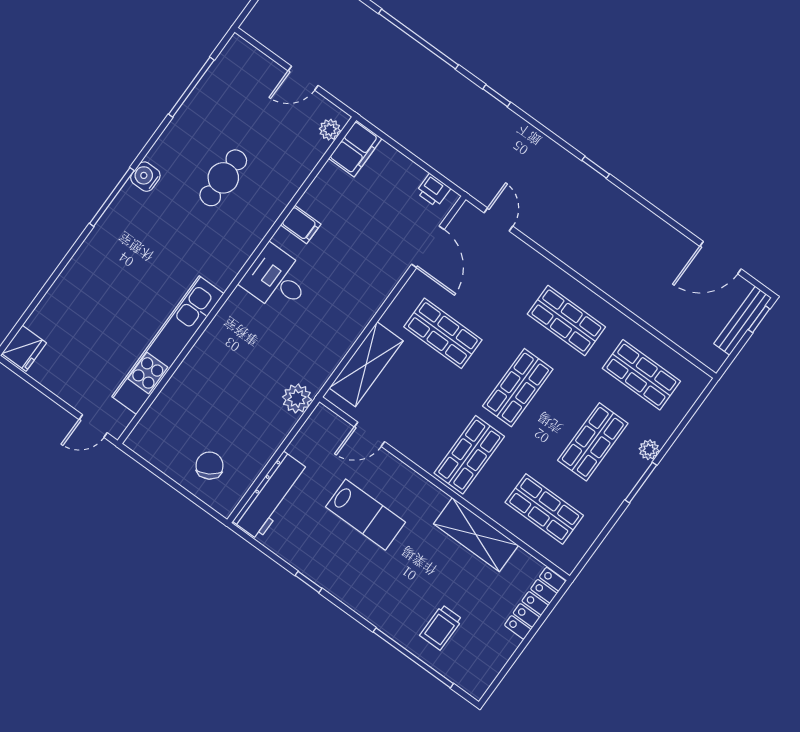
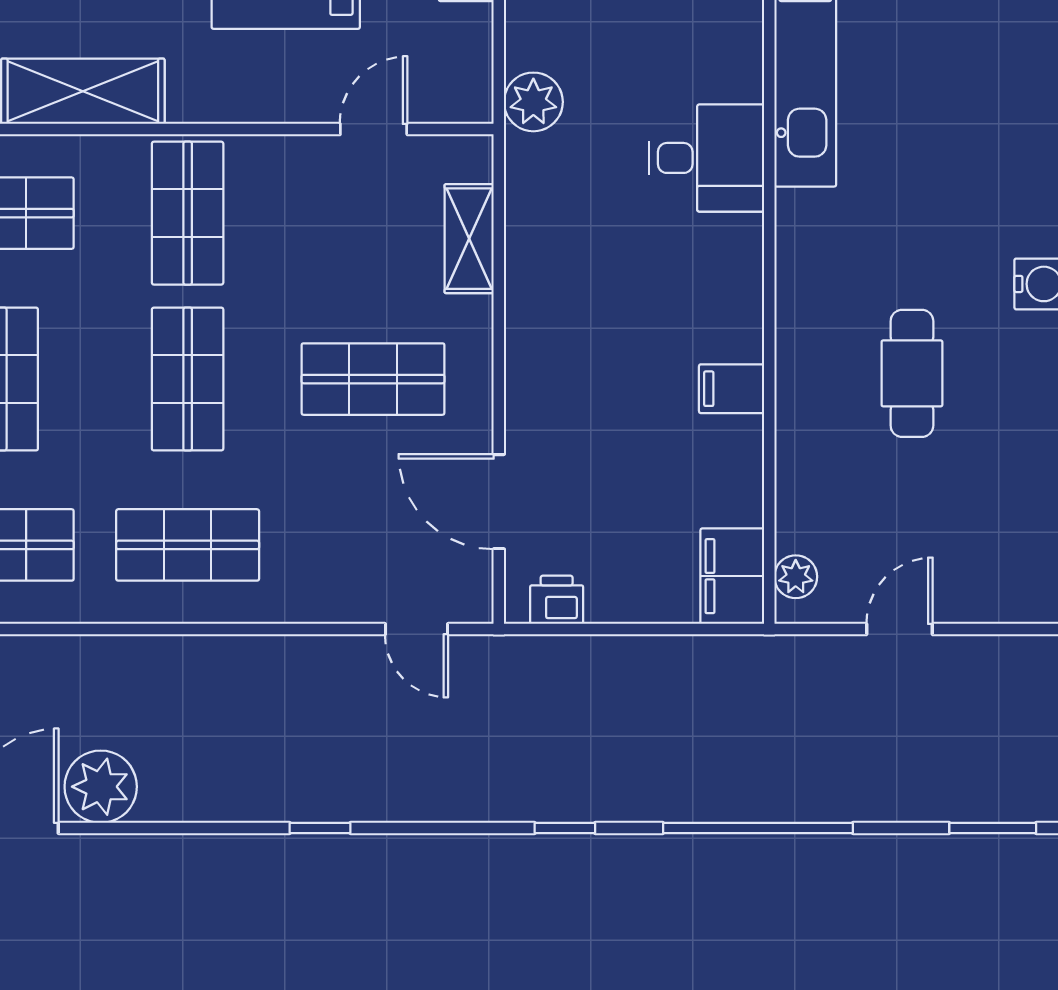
plant: (672, 248) -> (101, 787), added
desk: (276, 279) -> (706, 158), moved
shelving: (366, 364) -> (469, 239), width x0.67, depth x0.75

